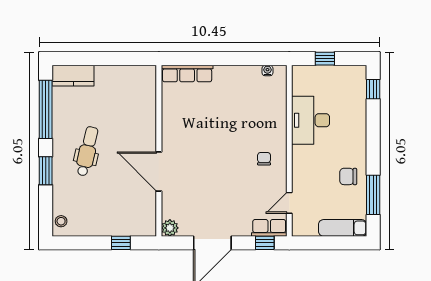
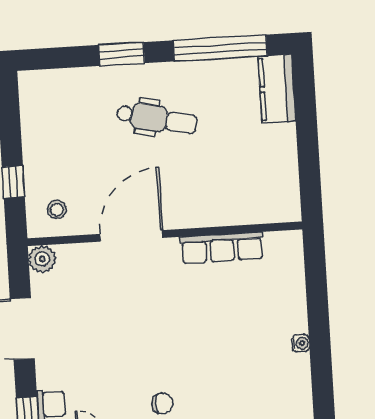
water cooler: (267, 71) -> (301, 343), moved
row of seats: (187, 74) -> (222, 248), moved, turned -90
stool: (61, 221) -> (57, 210), moved

